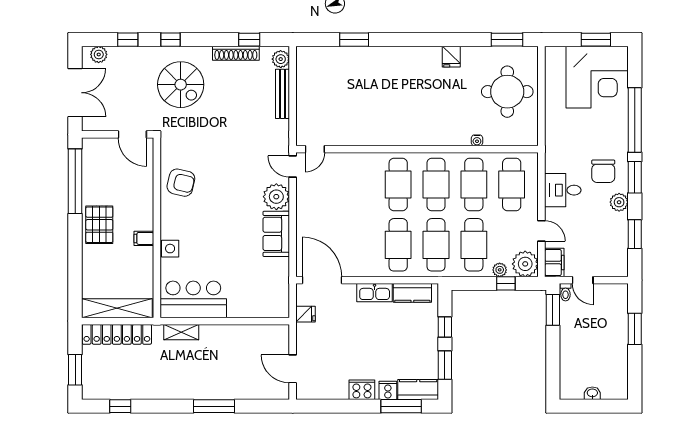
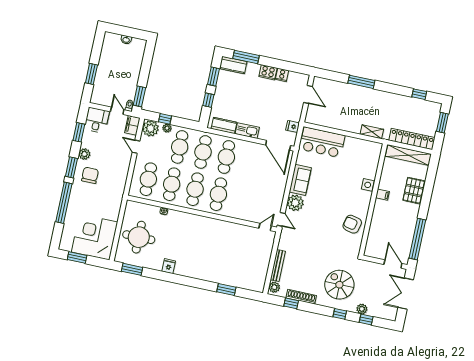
plant: (99, 54) -> (362, 309), moved
corner desk: (597, 77) -> (95, 237), moved
door: (132, 134) -> (393, 264), moved
desk: (563, 190) -> (97, 120), moved, turned -90
pallet: (99, 225) -> (414, 191), moved
bar counter: (193, 299) -> (322, 142), moved
cooker: (388, 390) -> (282, 75), moved

